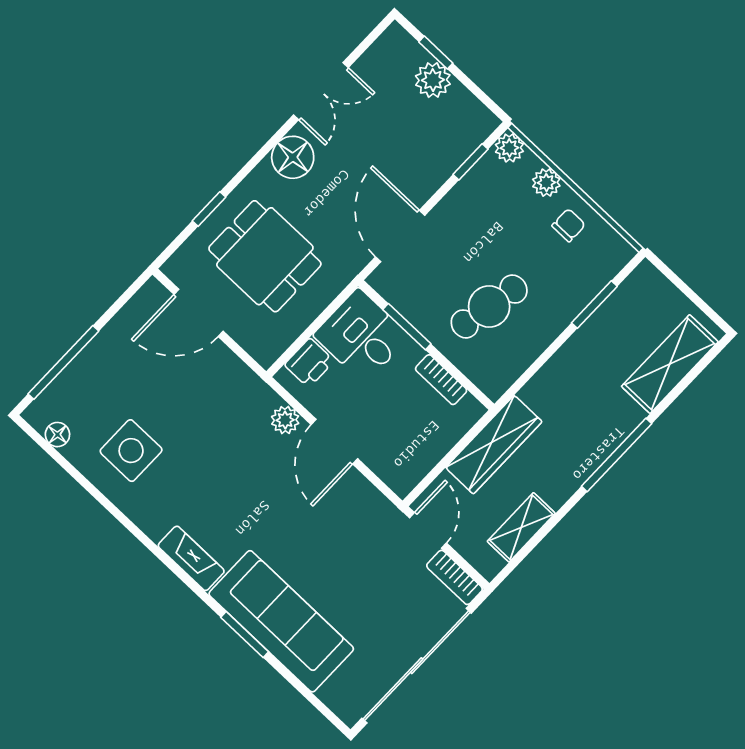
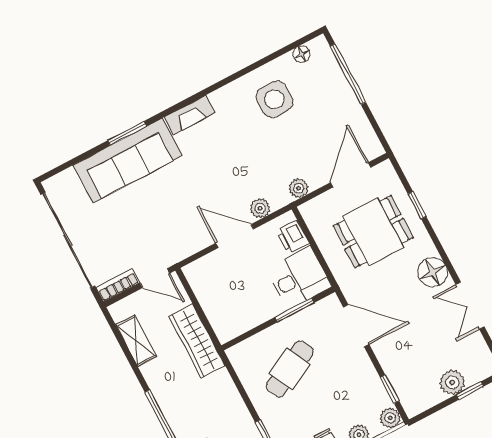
cafe table: (489, 306) -> (290, 369), turned 52
plant: (240, 377) -> (299, 188), added
bookcase: (441, 380) -> (252, 321), removed

